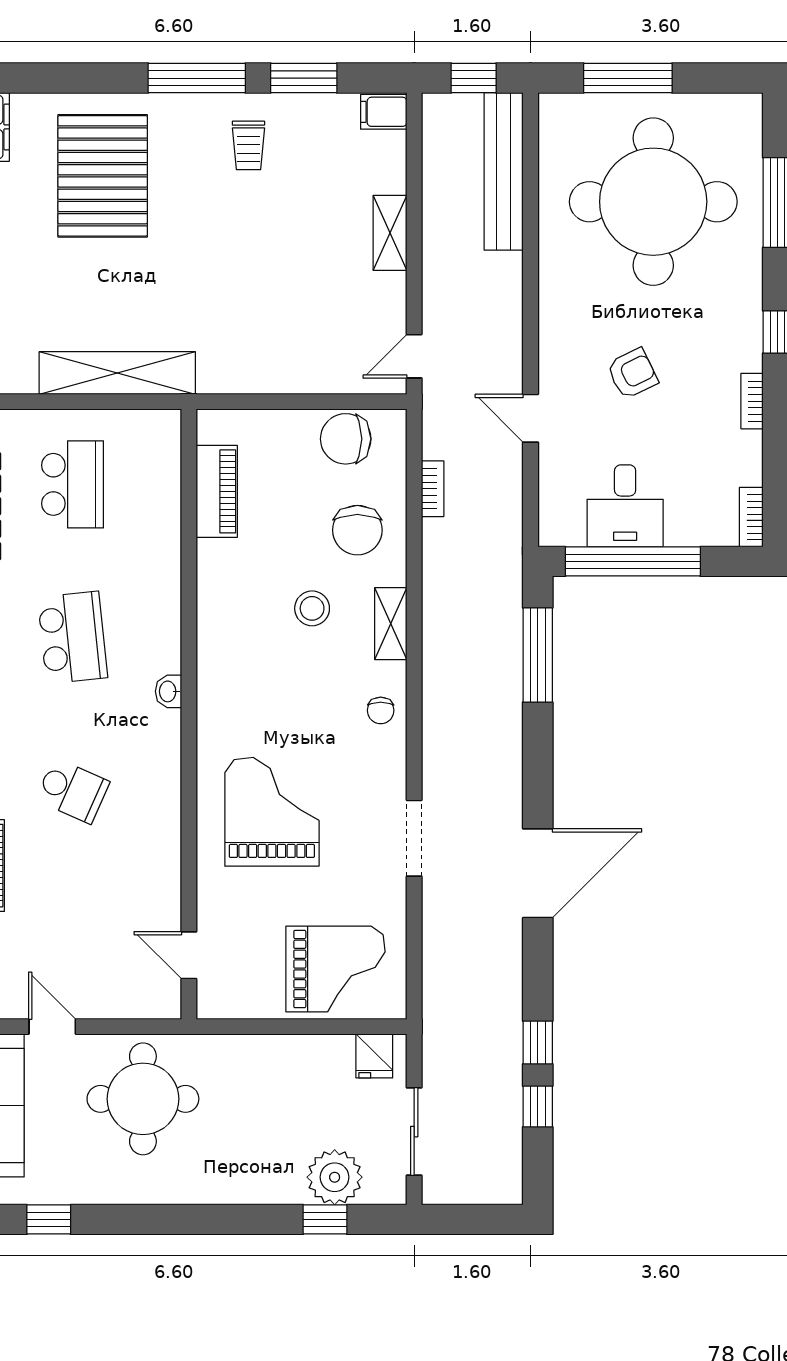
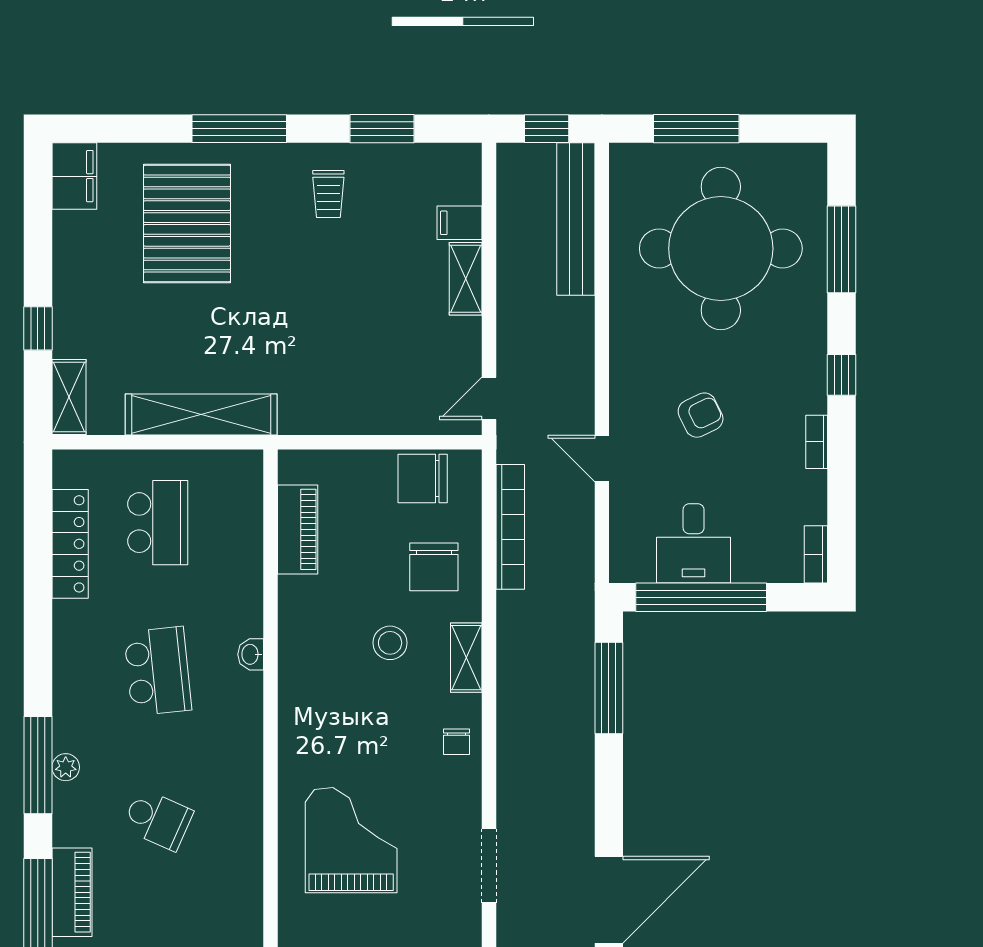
window: (197, 78) -> (239, 129), moved
filing cabinet: (384, 112) -> (460, 223), moved
bookcase: (433, 489) -> (510, 527), width x2.31, depth x1.31
washbasin: (168, 691) -> (251, 654), moved

